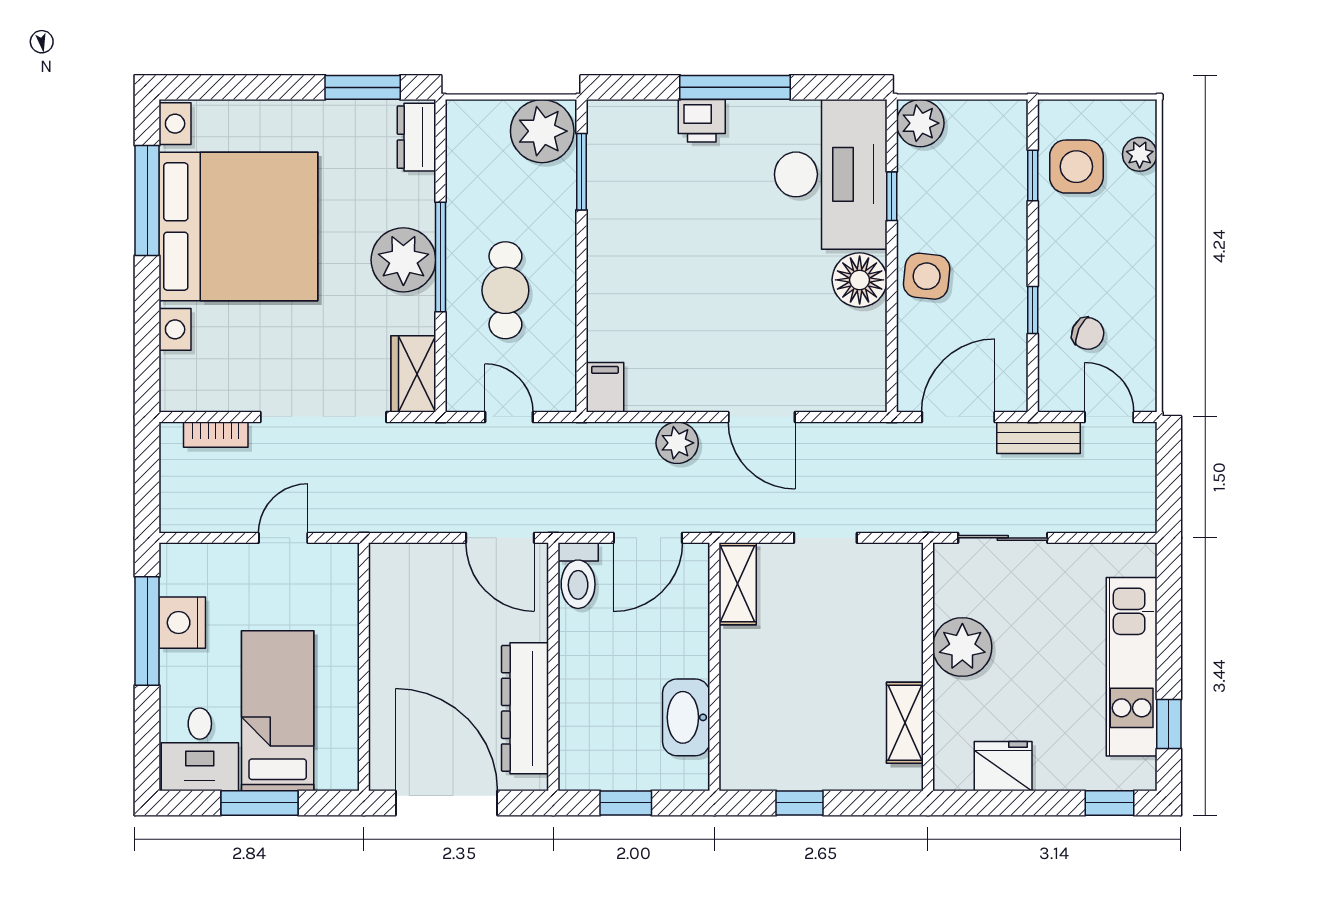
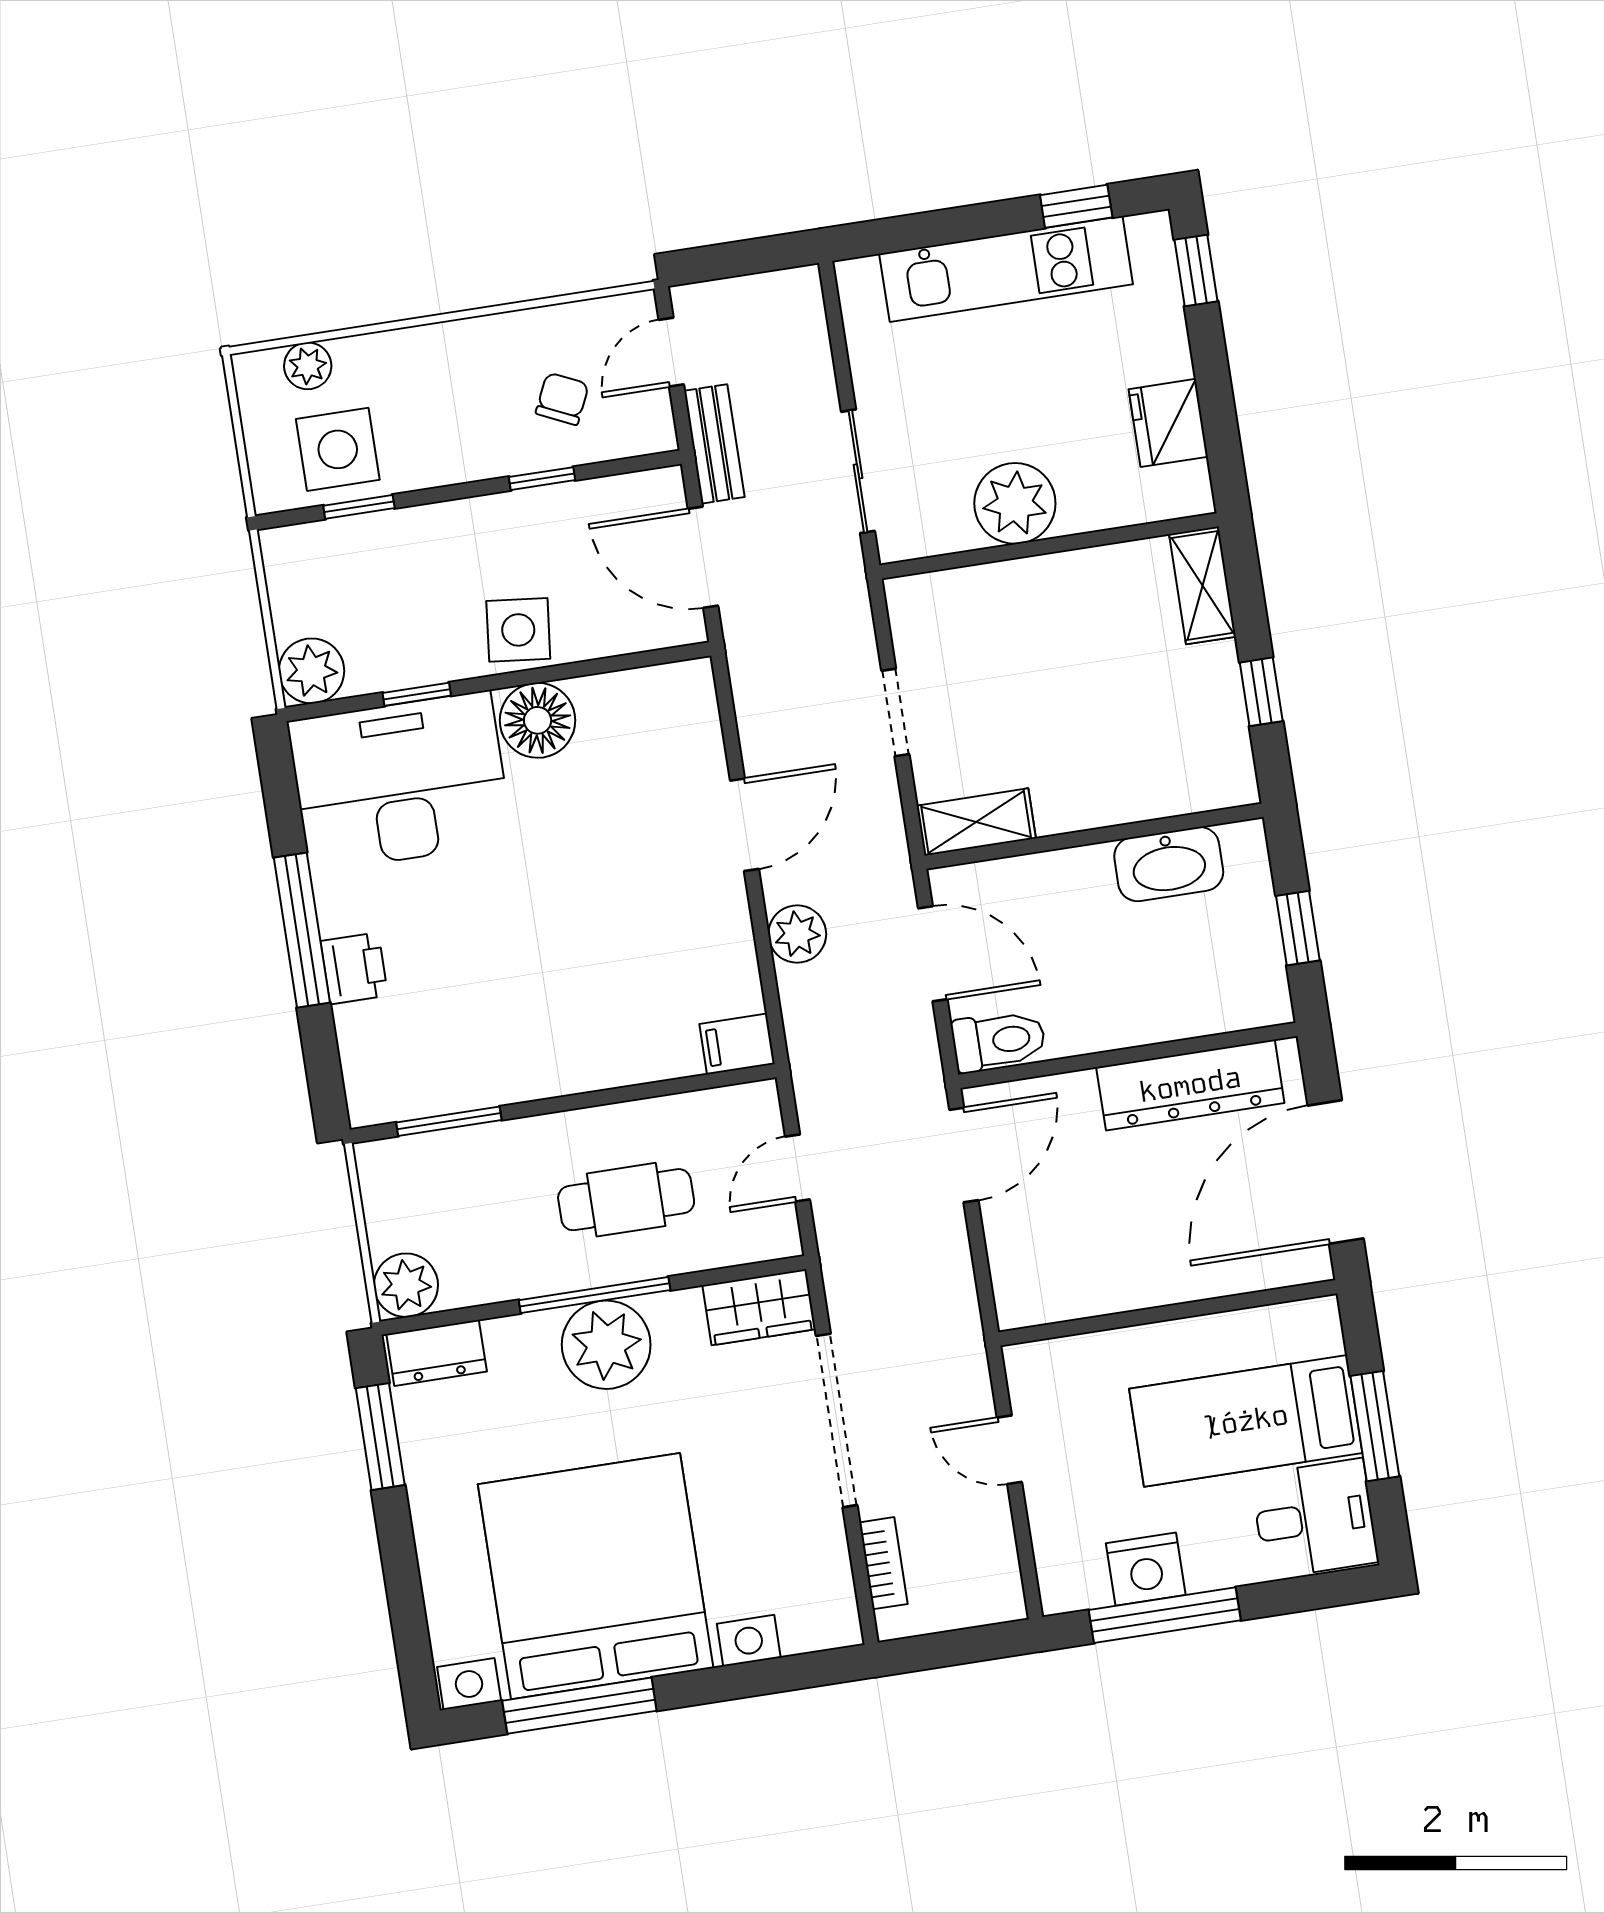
plant: (542, 131) -> (406, 1285), moved, width x0.73, depth x0.73
shelving: (905, 723) -> (1202, 585), moved, turned 90

